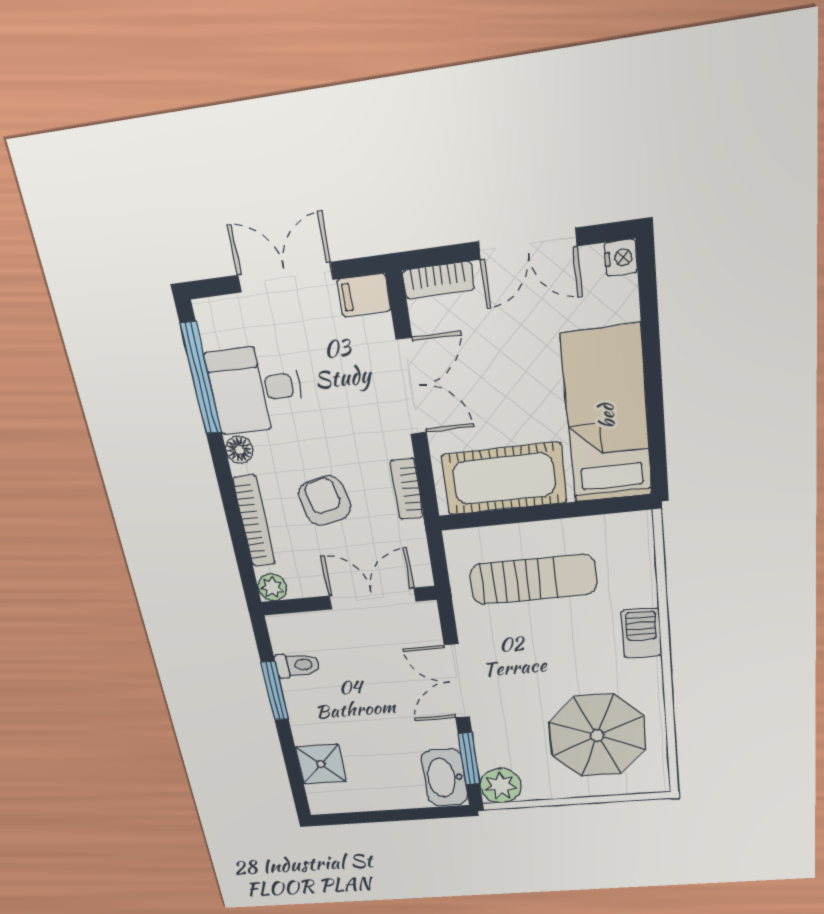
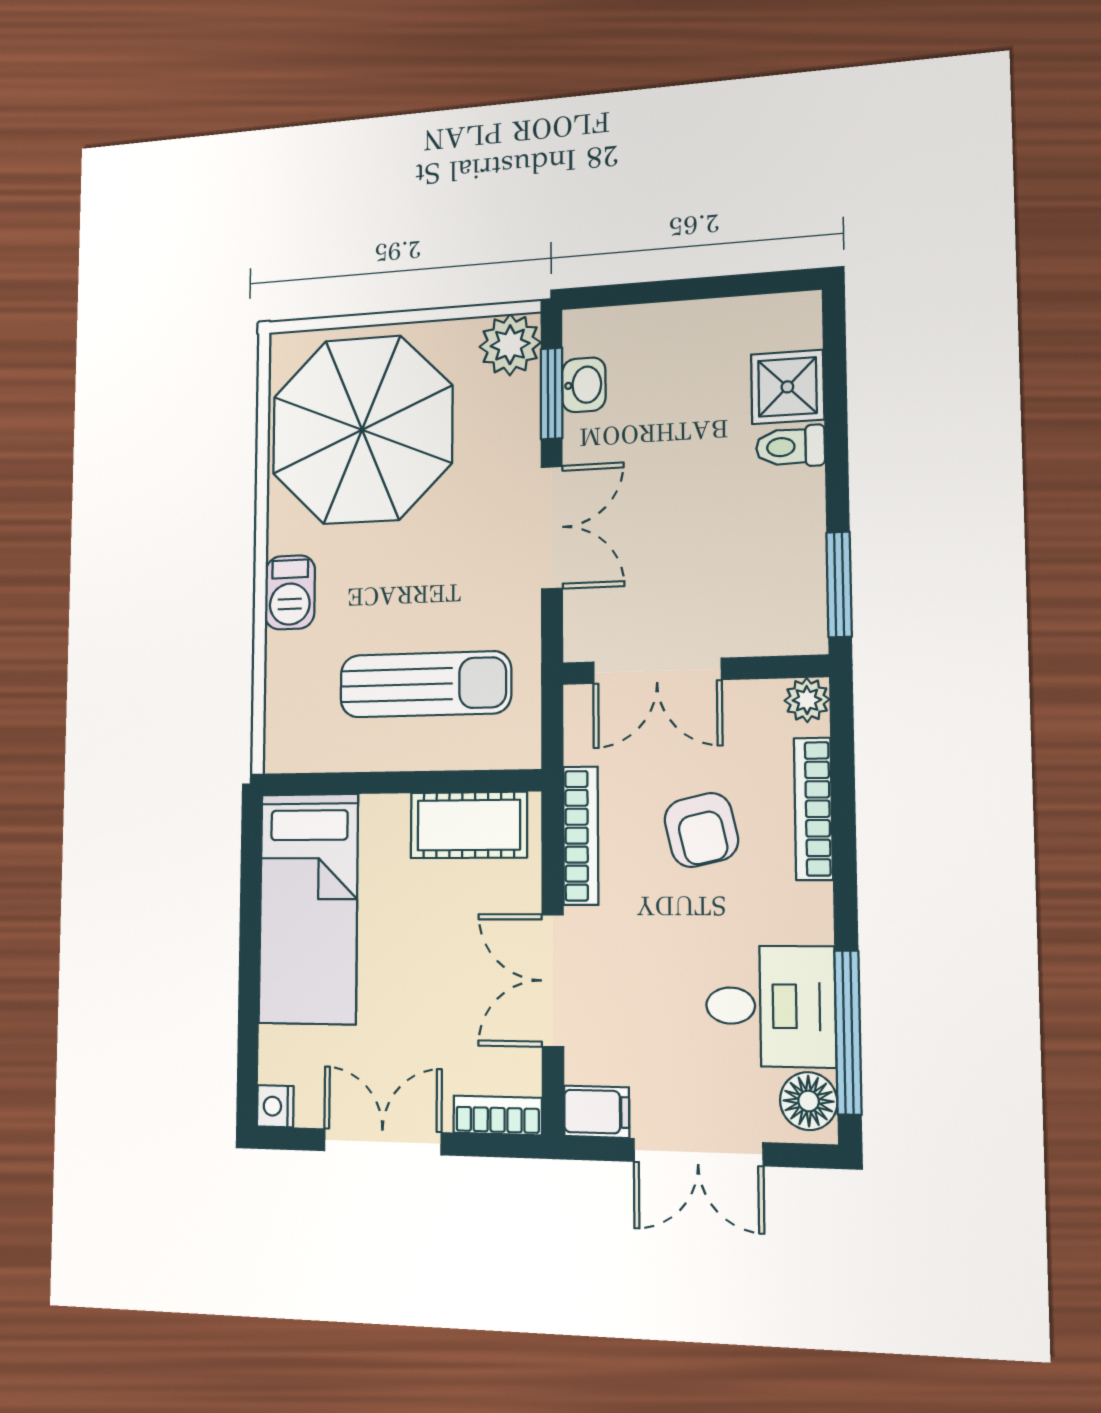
floor lamp: (239, 450) -> (809, 1101), moved, width x1.37, depth x1.37
cot: (504, 479) -> (469, 825), width x0.73, depth x0.75
bookcase: (407, 489) -> (581, 836), width x1.56
sun lounger: (533, 579) -> (425, 684), turned 180
toilet: (297, 665) -> (790, 447), moved
window: (275, 691) -> (839, 584), moved
parasol: (597, 736) -> (362, 430), width x1.36, depth x1.36
washbasin: (445, 778) -> (584, 385), width x0.52, depth x0.69

